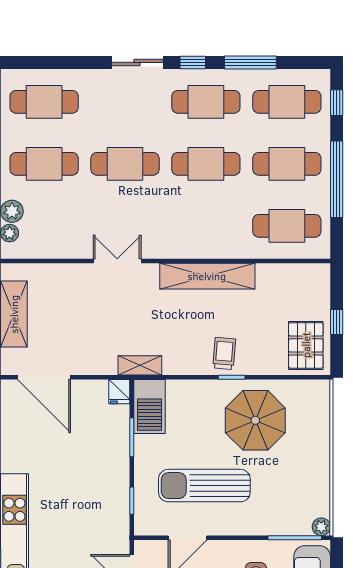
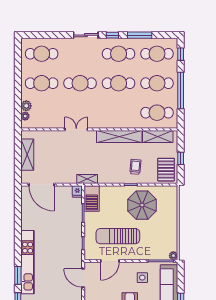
shelving: (288, 276) -> (158, 136), added
trolley: (224, 353) -> (135, 167), moved

